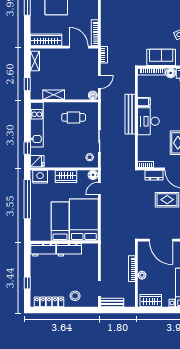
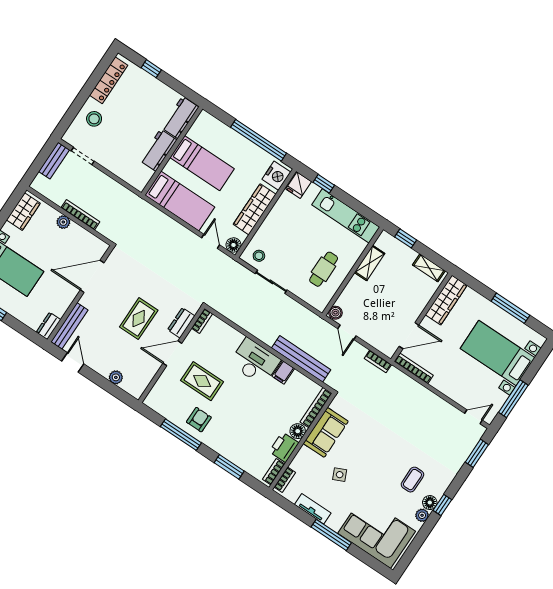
bench: (130, 114) -> (301, 359), moved
wardrobe: (66, 176) -> (255, 209), width x1.50
bed: (84, 220) -> (180, 201), width x0.67

